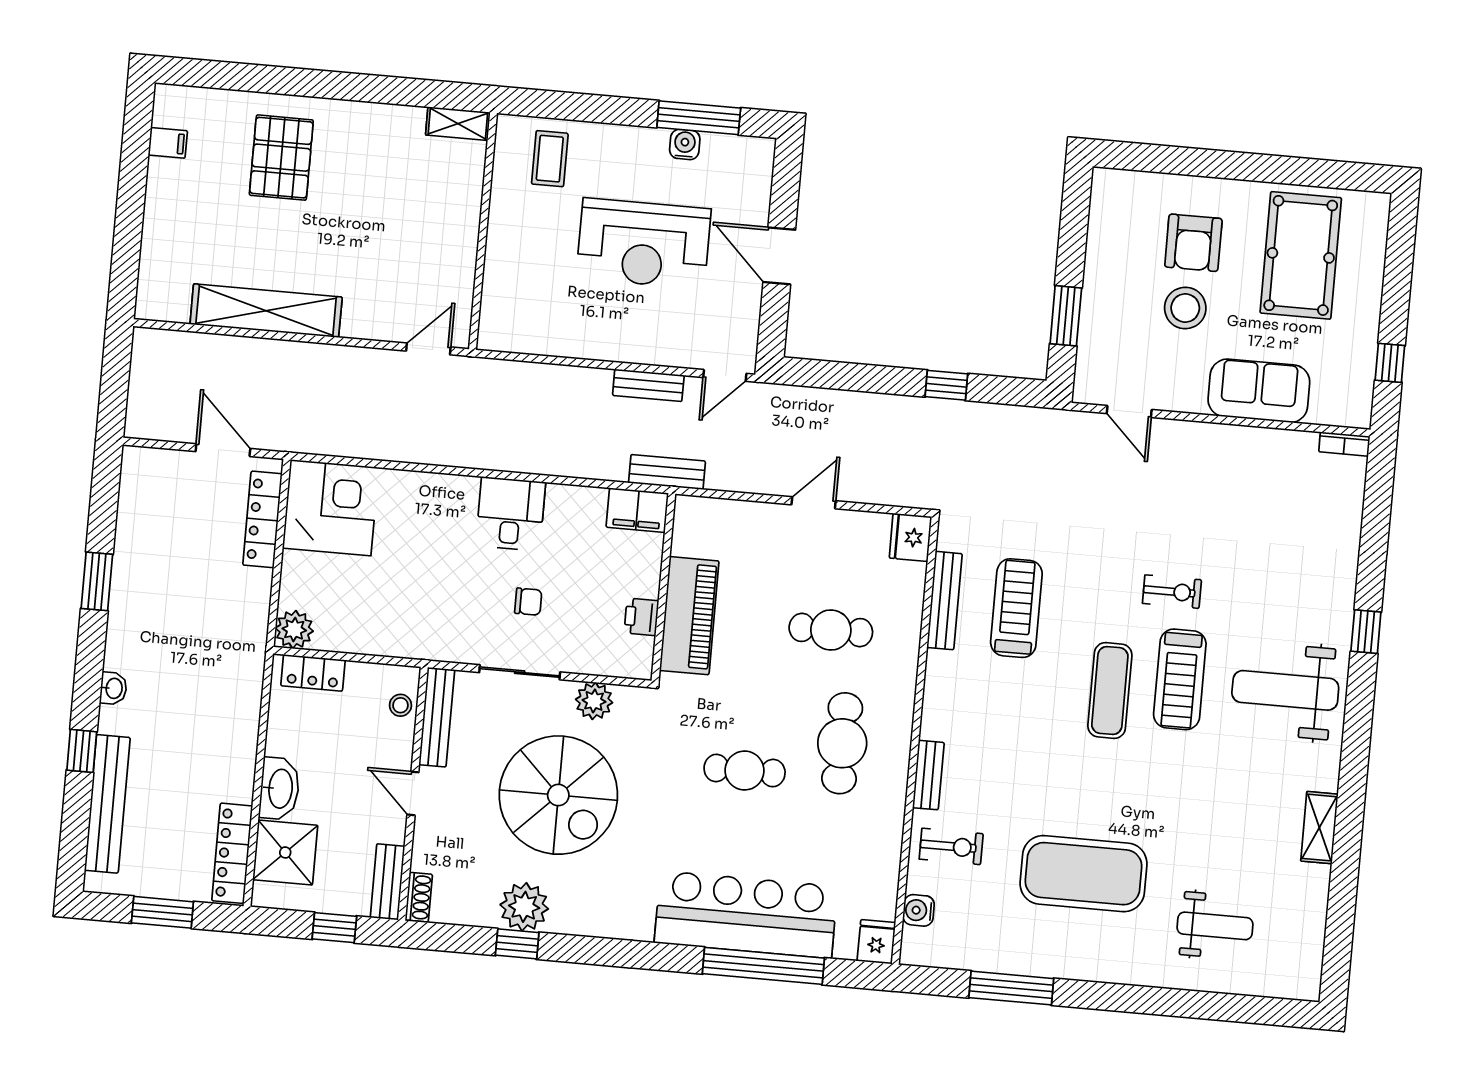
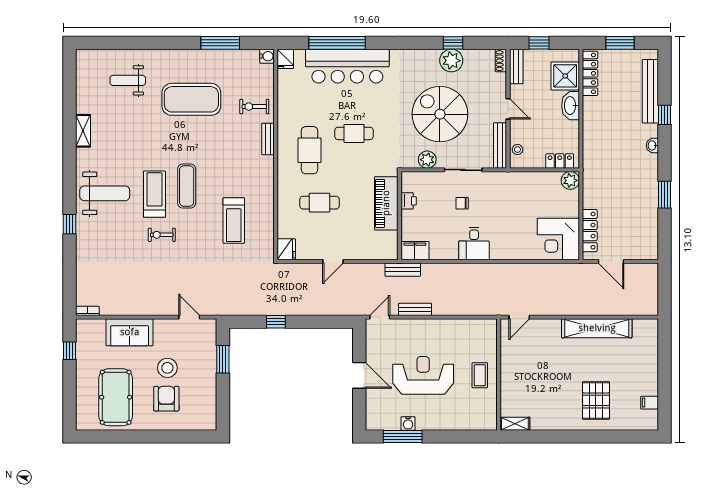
coffee table: (550, 159) -> (480, 375), moved
bench: (945, 601) -> (268, 221), removed
water cooler: (919, 910) -> (267, 56), moved

